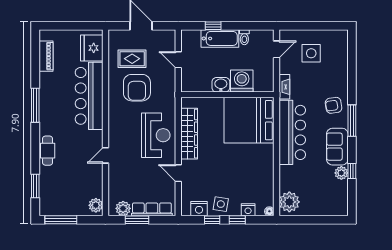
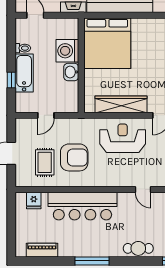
fridge: (92, 48) -> (34, 200), width x0.53, depth x0.75

